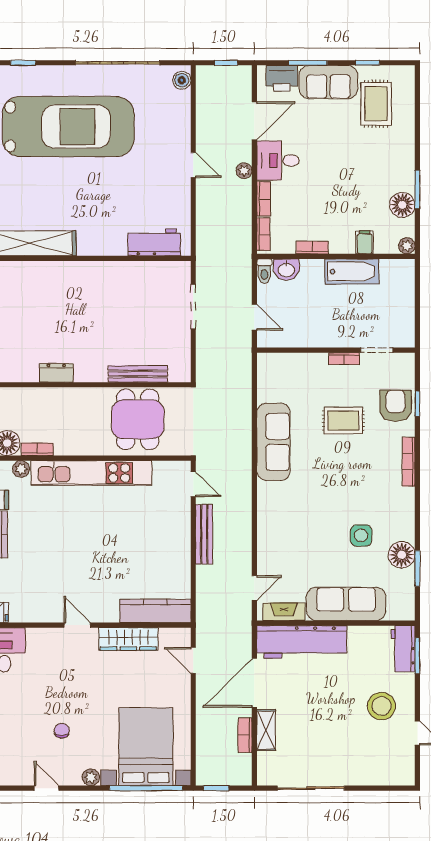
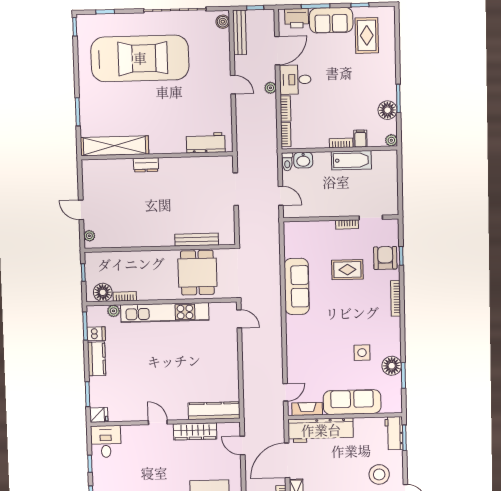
bookcase: (312, 248) -> (341, 143), moved
dresser: (56, 373) -> (146, 165), moved, turned 180
bench: (204, 534) -> (240, 32), moved

